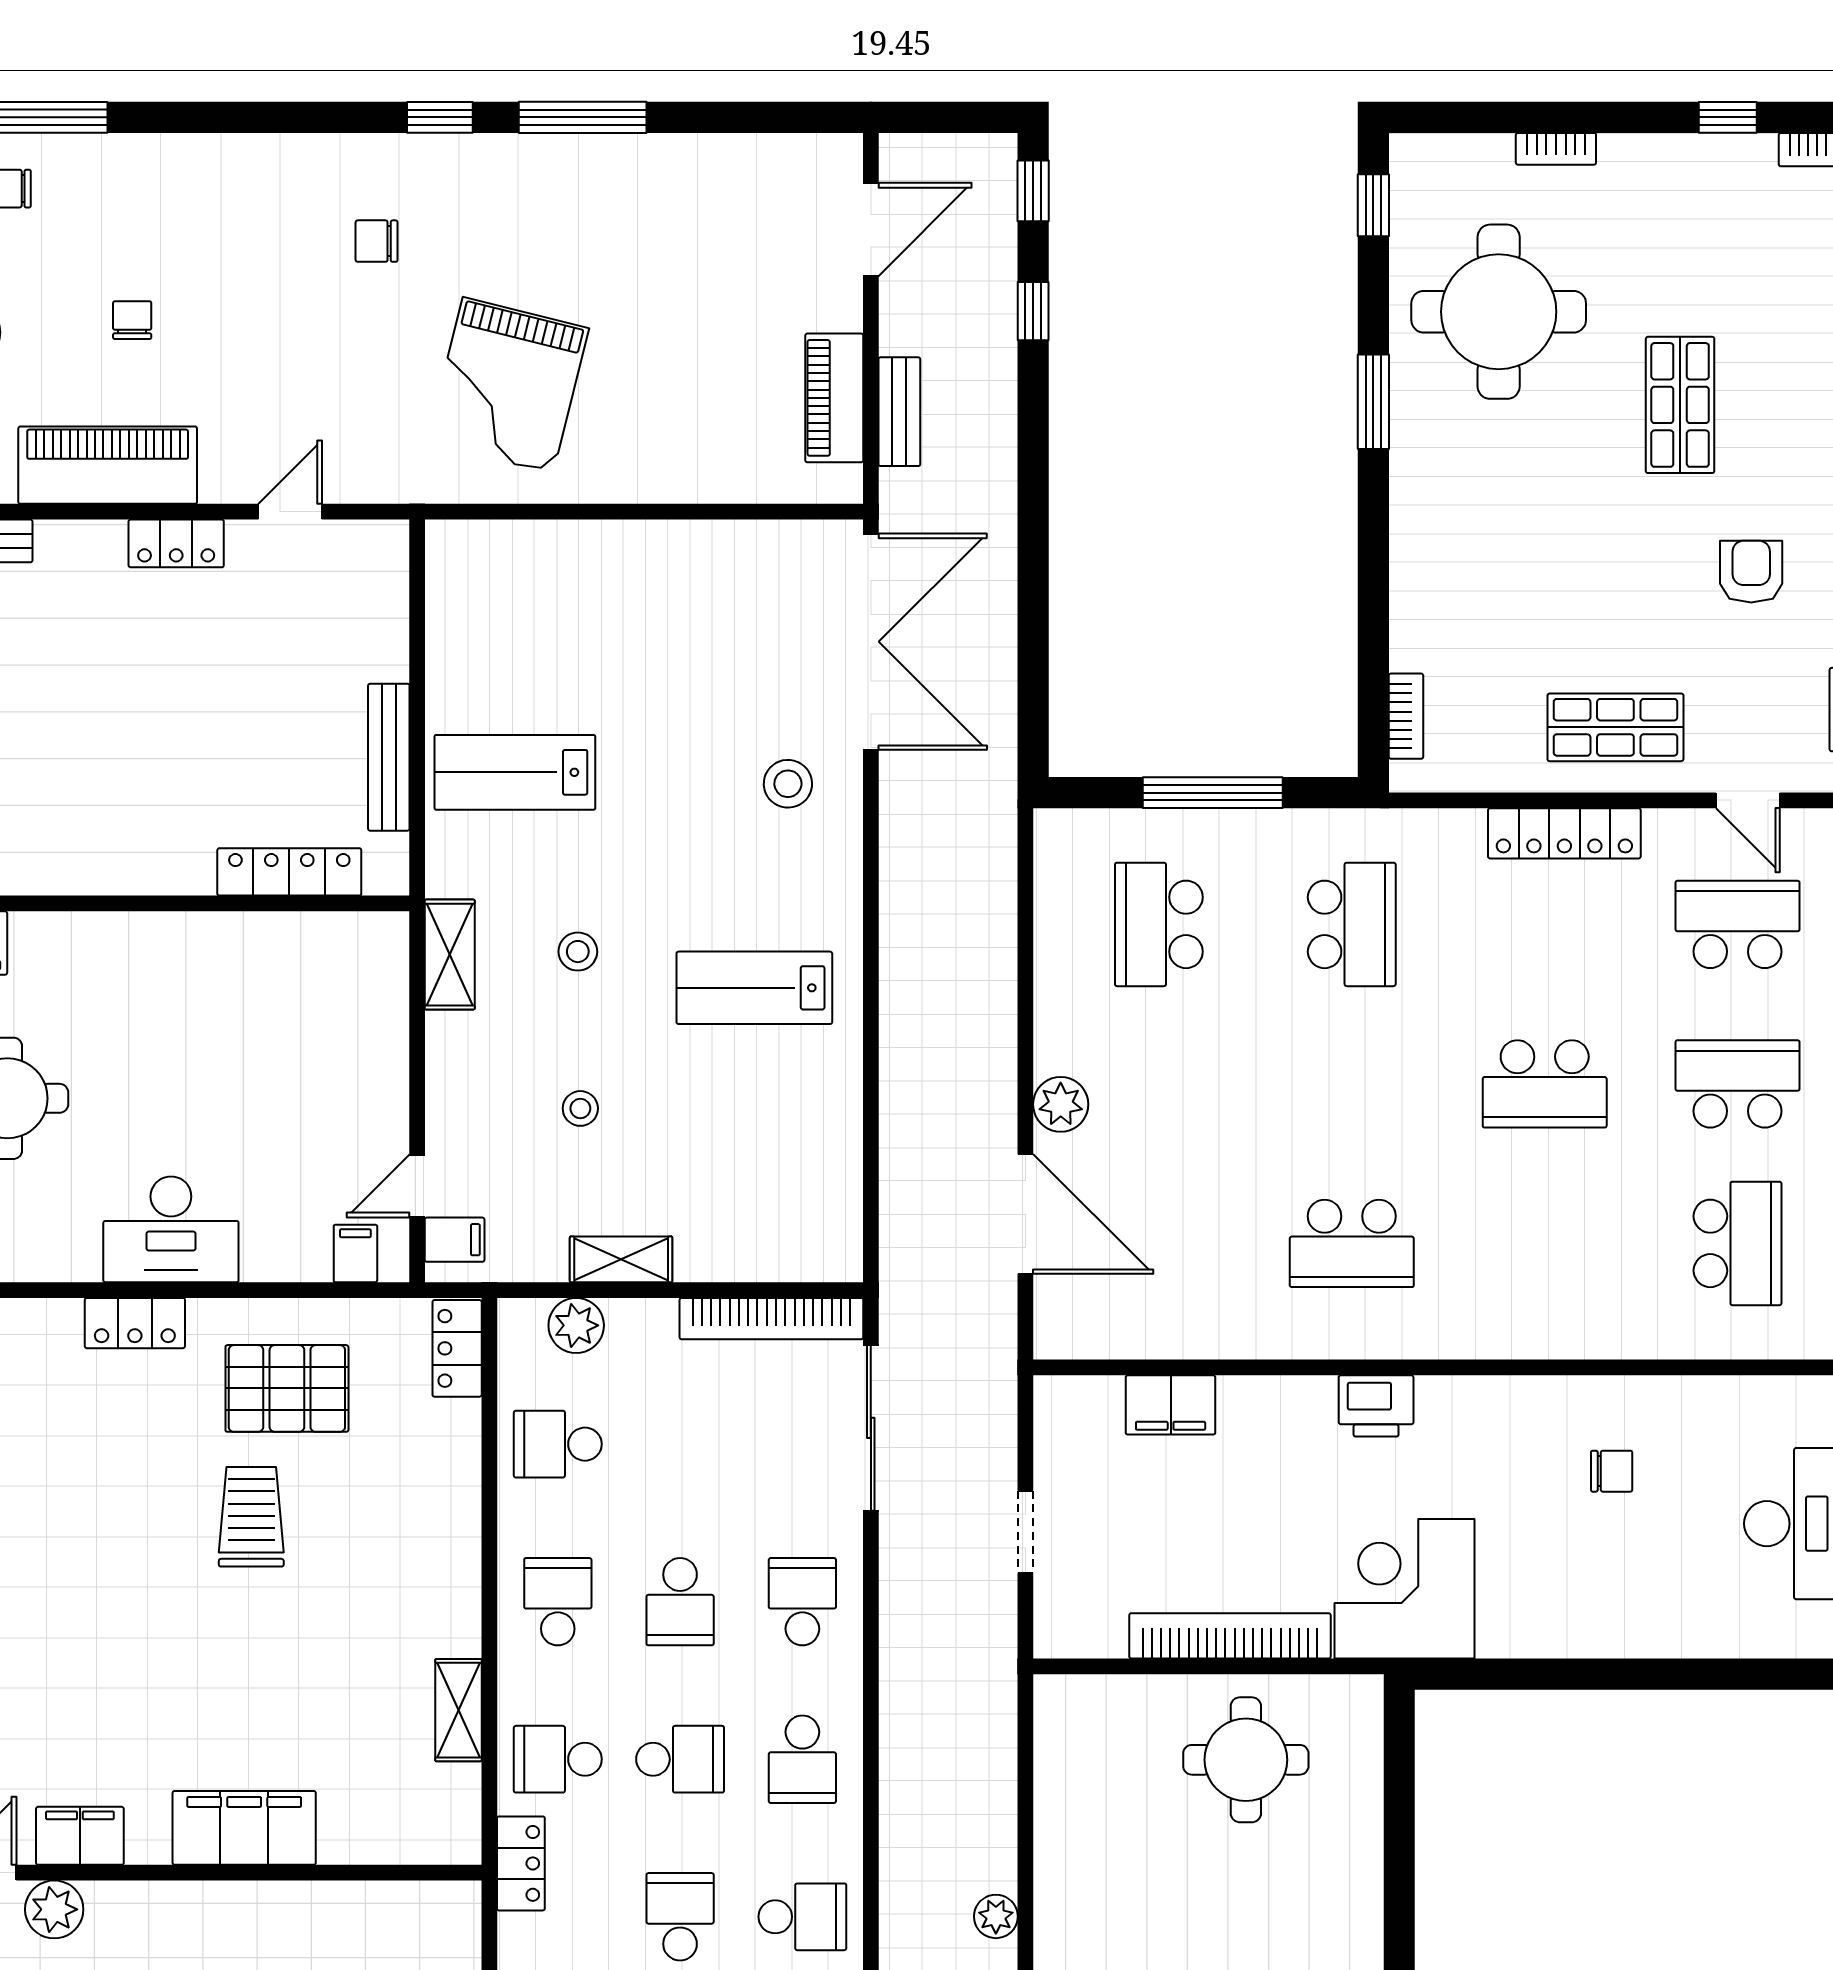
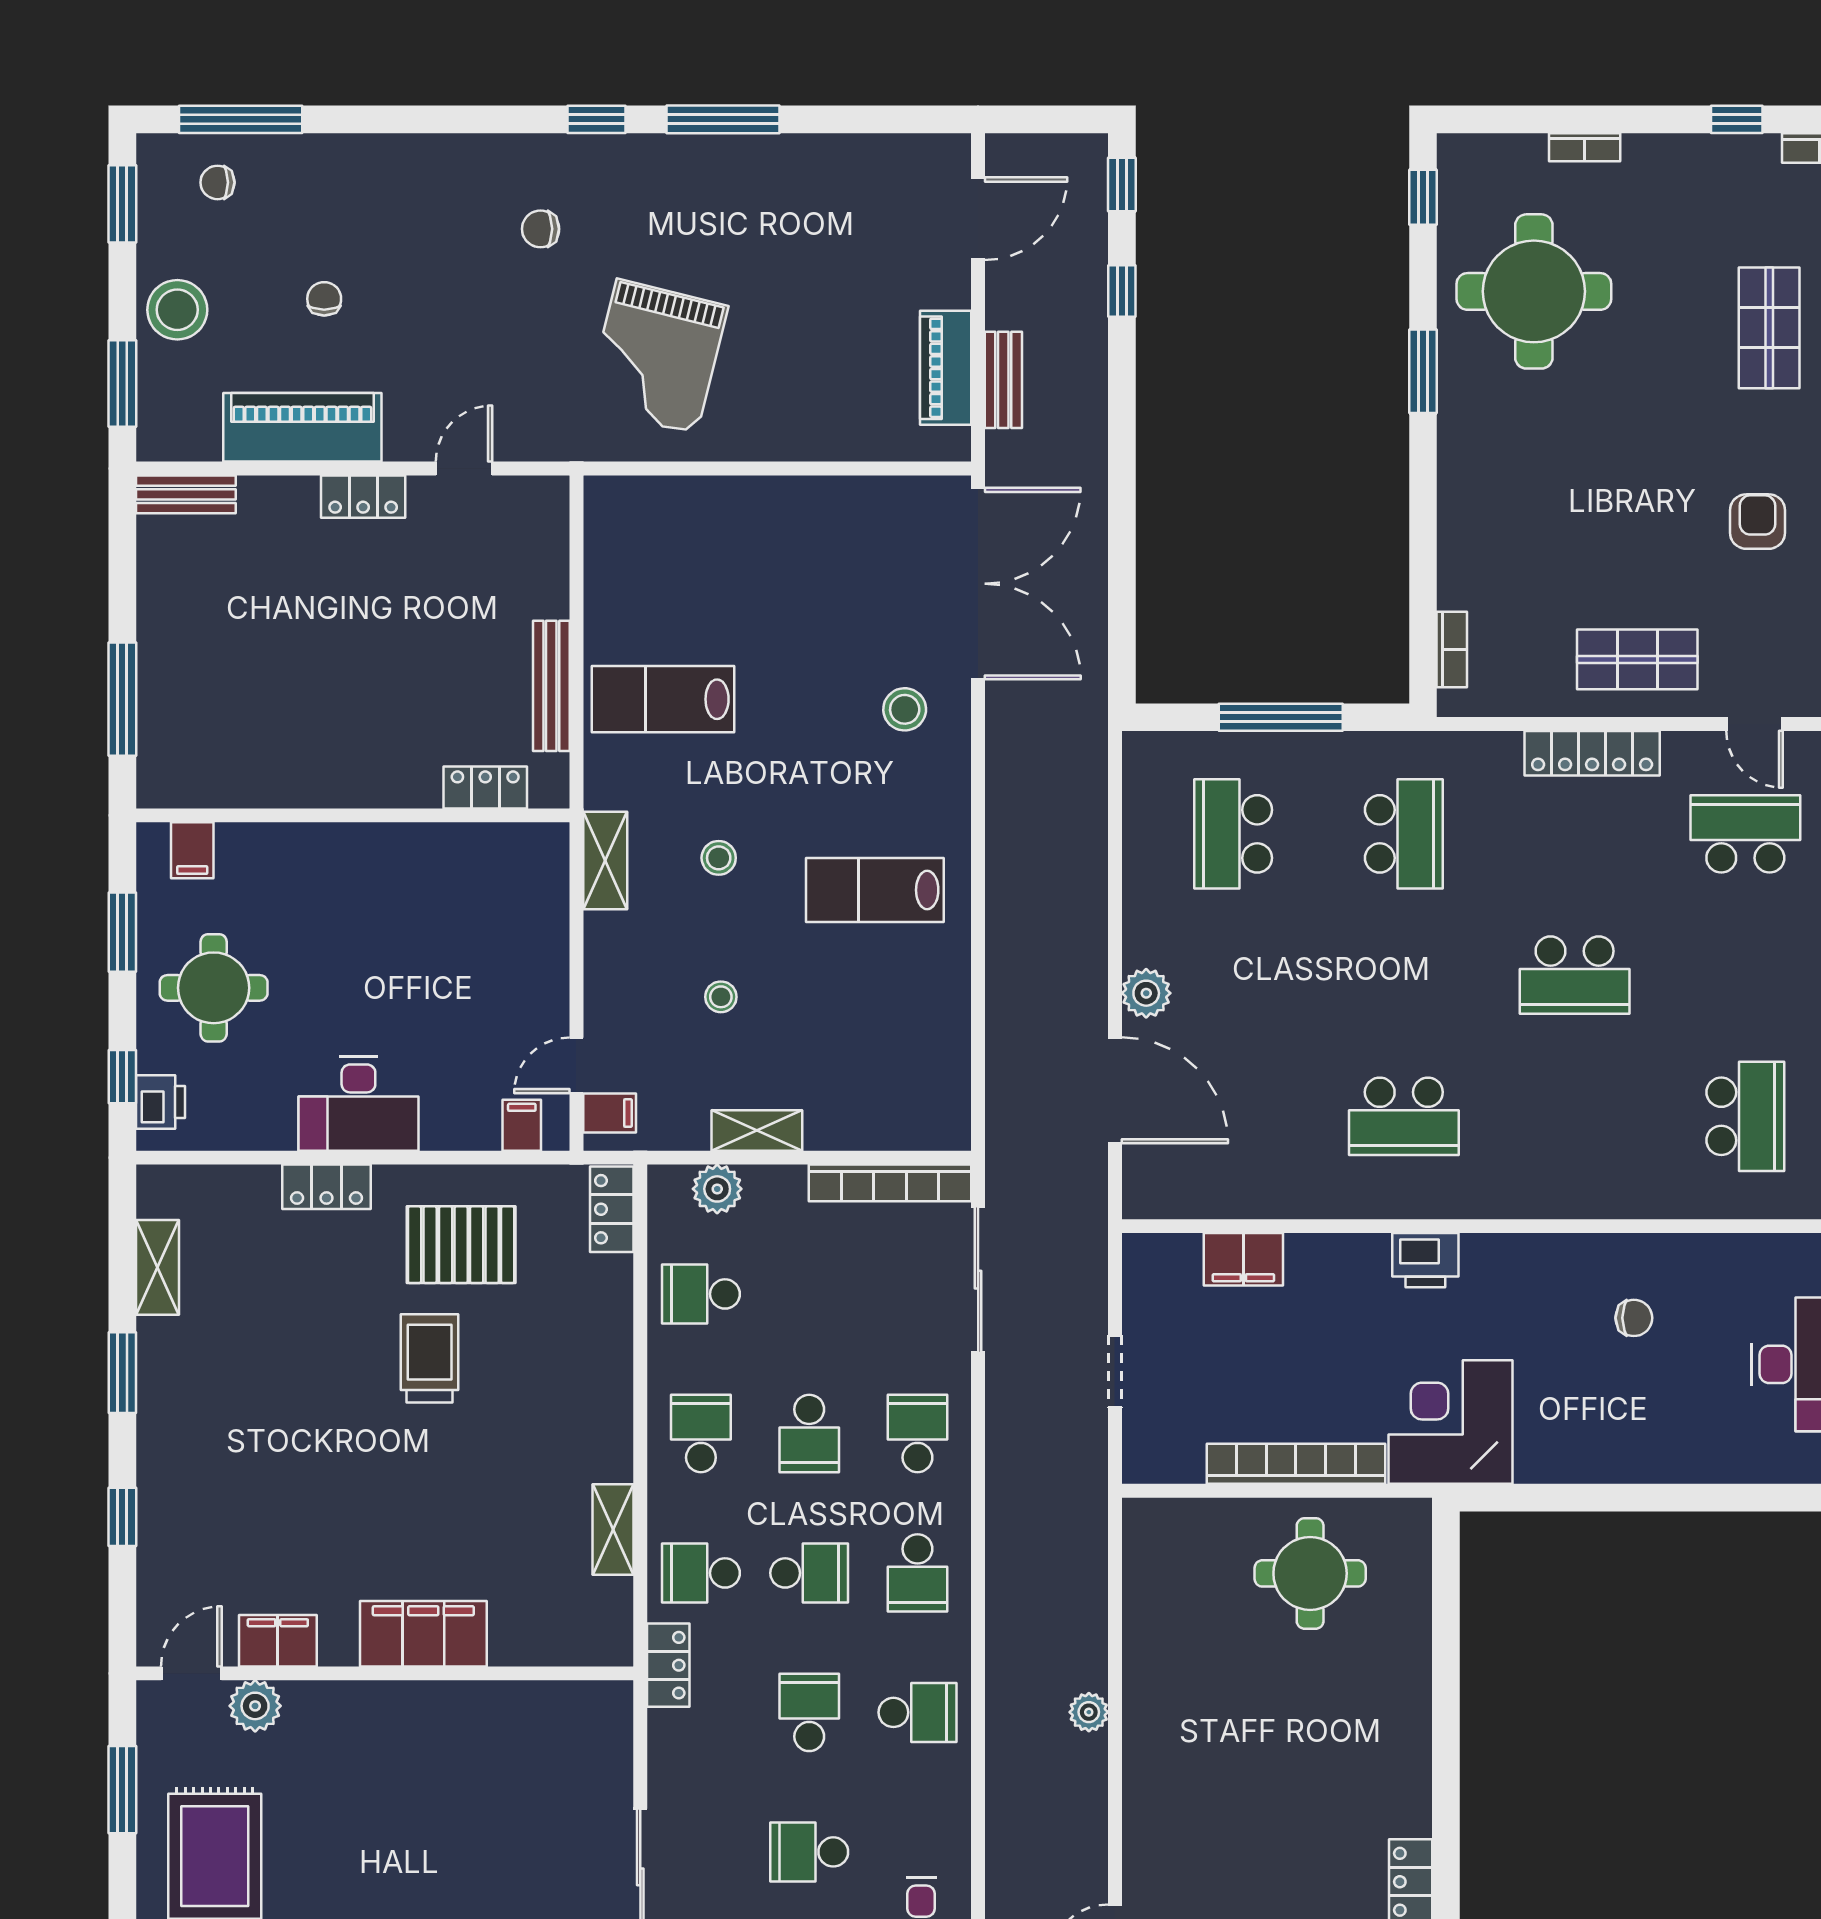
shop shelf: (1680, 405) -> (1769, 328), moved
locker: (289, 872) -> (485, 787), width x0.66
school desk: (1738, 1084) -> (1745, 975), removed

